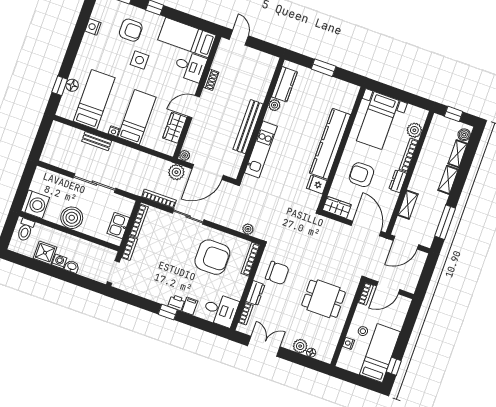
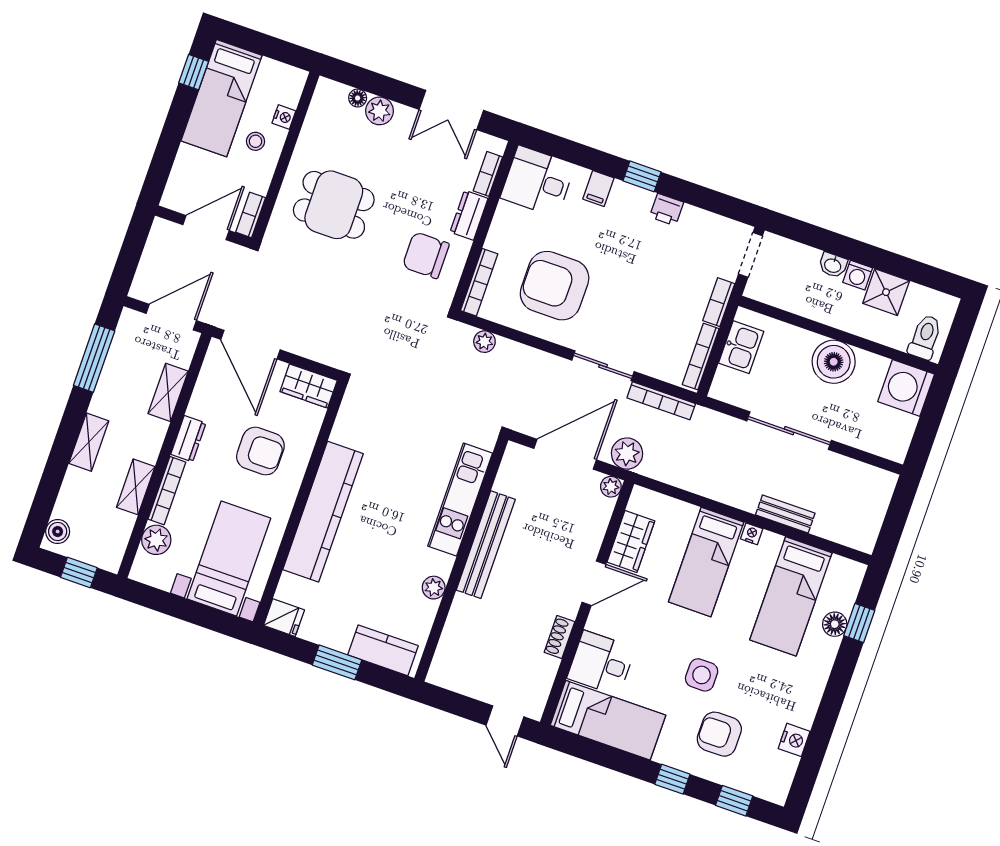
kitchen counter: (284, 84) -> (383, 650), moved, turned 90
shelving: (458, 154) -> (136, 487), moved
fridge: (317, 184) -> (284, 618), moved
printer: (176, 303) -> (667, 210), moved

